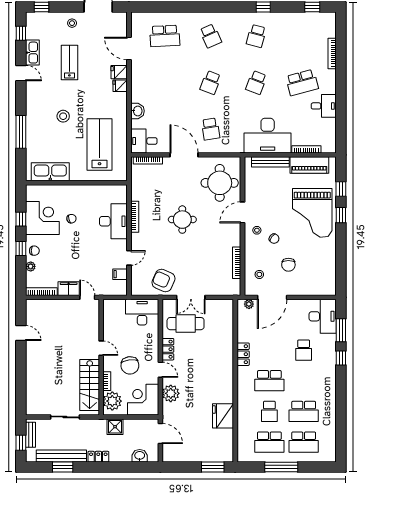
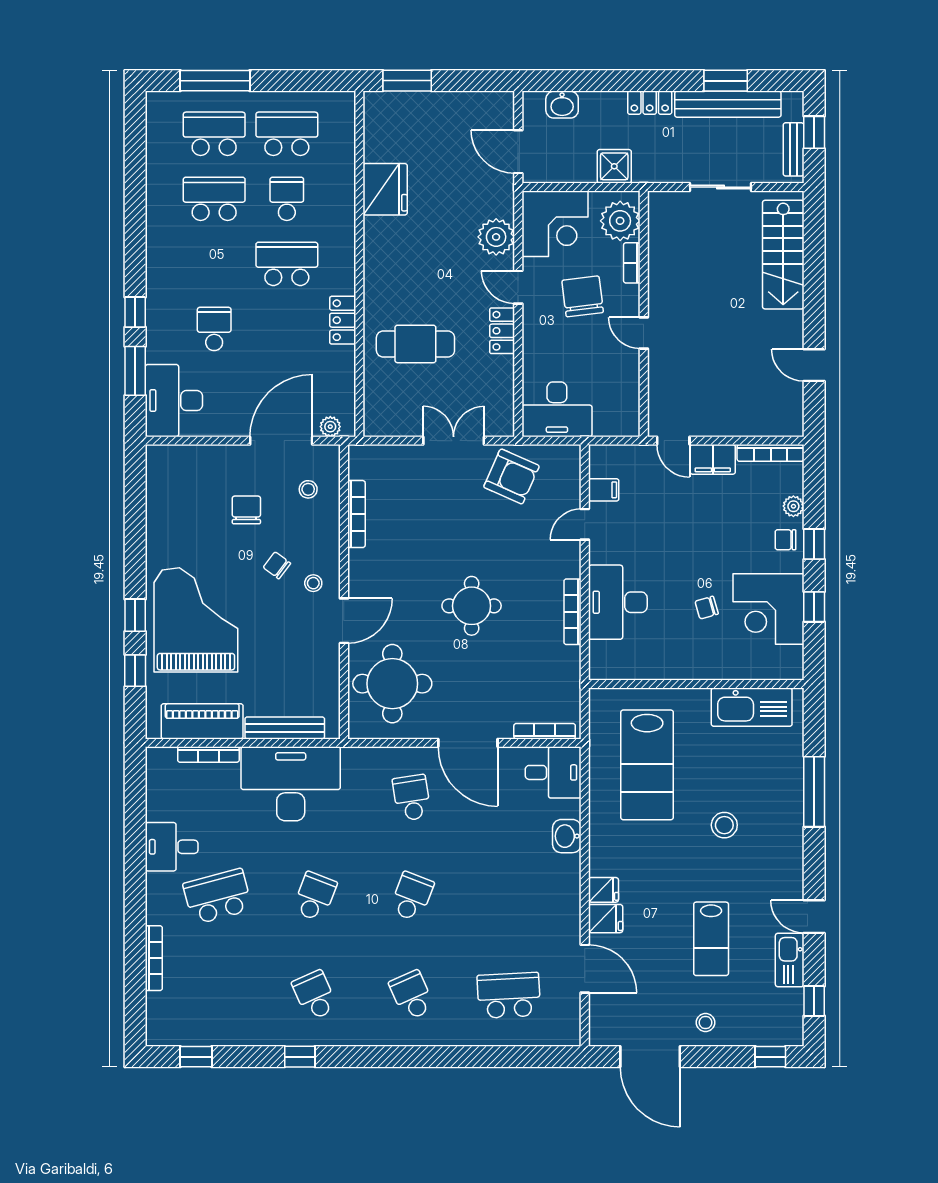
school desk: (256, 36) -> (315, 995), turned -39
cafe table: (186, 324) -> (415, 344), moved
stairs: (90, 385) -> (783, 255), moved, turned 180
window: (281, 467) -> (215, 81), moved

